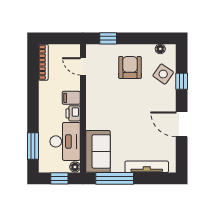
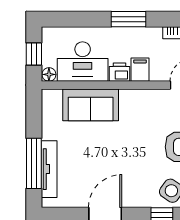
window: (33, 146) -> (129, 19), moved
sofa: (98, 151) -> (91, 105), moved
window: (115, 178) -> (34, 163), moved

